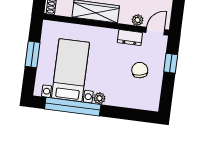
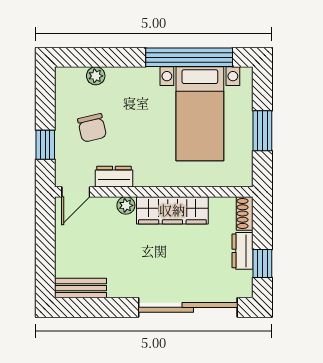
plant: (138, 20) -> (126, 205), moved
plant: (99, 98) -> (96, 76), moved

